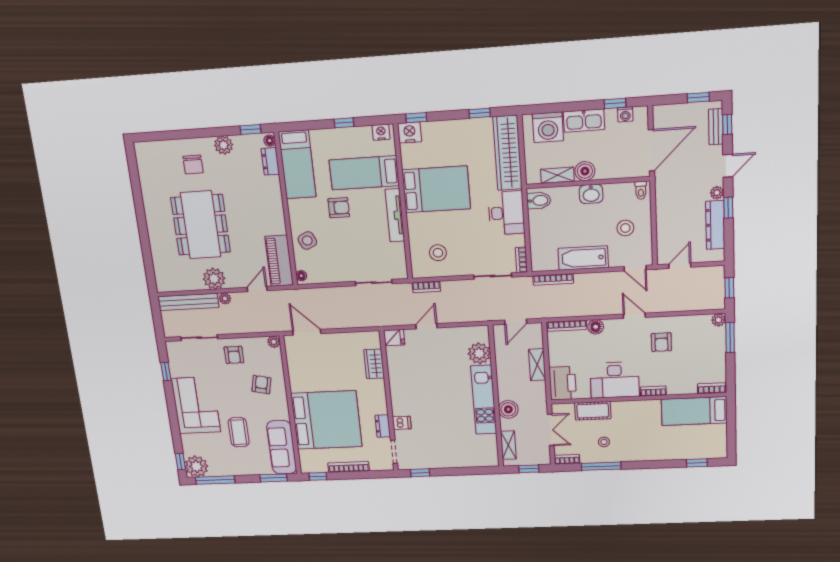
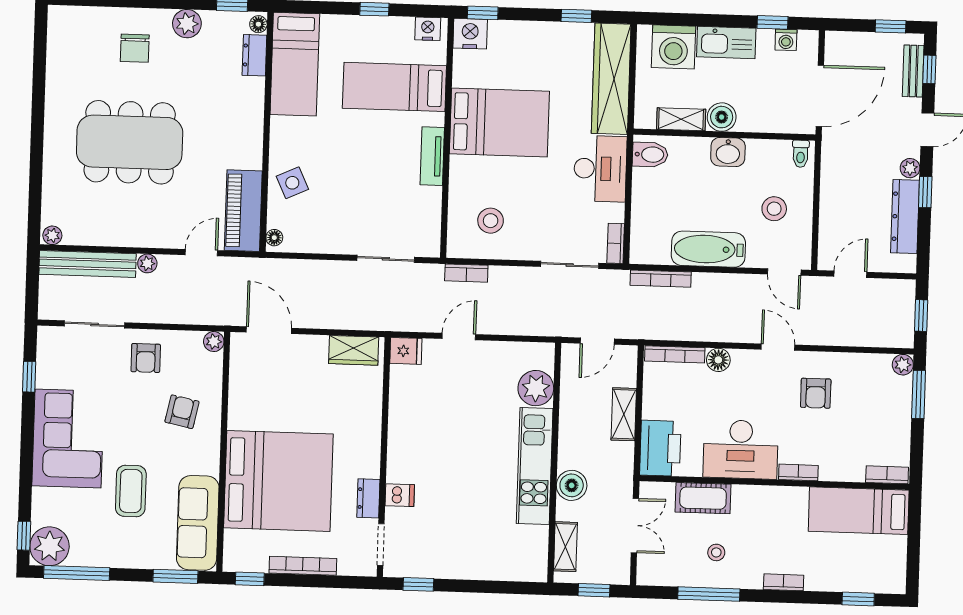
armchair: (339, 208) -> (348, 136), removed
tv unit: (395, 215) -> (432, 156), width x0.71
dining table: (201, 225) -> (130, 142), turned 90
plant: (214, 279) -> (52, 235), moved, width x0.53, depth x0.53
wardrobe: (374, 364) -> (354, 350), moved, turned -90
bookcase: (567, 459) -> (784, 582), moved

